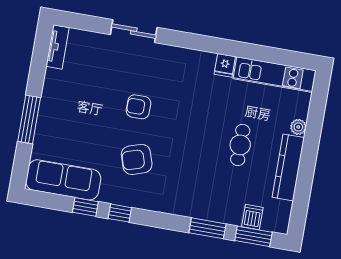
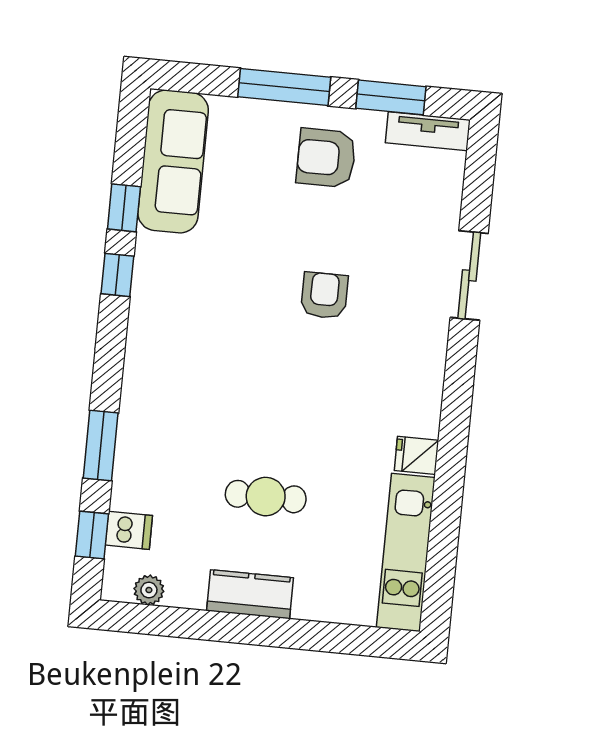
window: (39, 65) -> (391, 97), added
plant: (298, 127) -> (149, 590), moved
armchair: (137, 159) -> (326, 158), moved, turned -72
kitchen counter: (288, 167) -> (250, 594), width x0.67
window: (253, 236) -> (92, 535), width x0.67

